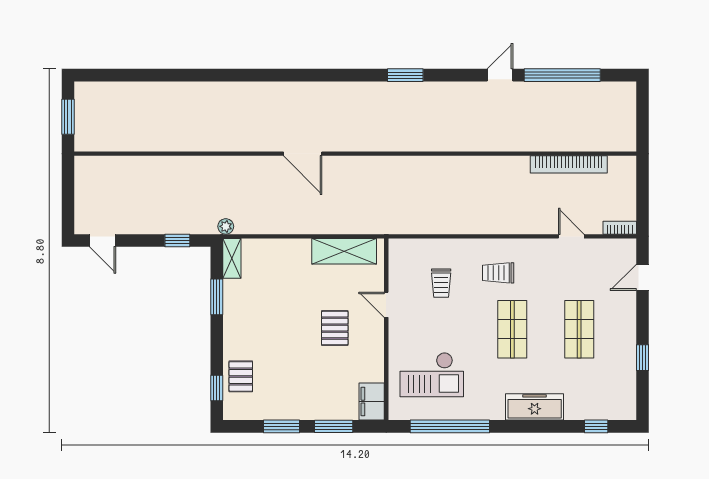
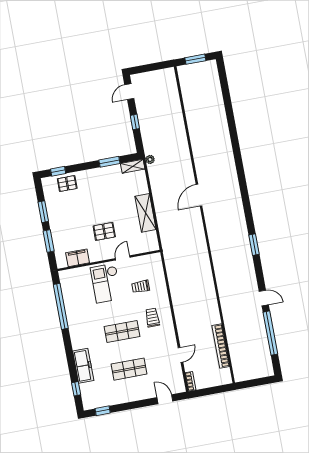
window: (177, 240) -> (135, 122), moved
shelving: (344, 251) -> (145, 213), moved
window: (642, 358) -> (103, 411), moved
checkout: (432, 375) -> (106, 283), moved
filing cabinet: (372, 402) -> (78, 258), moved
freezer: (535, 407) -> (83, 366), moved

